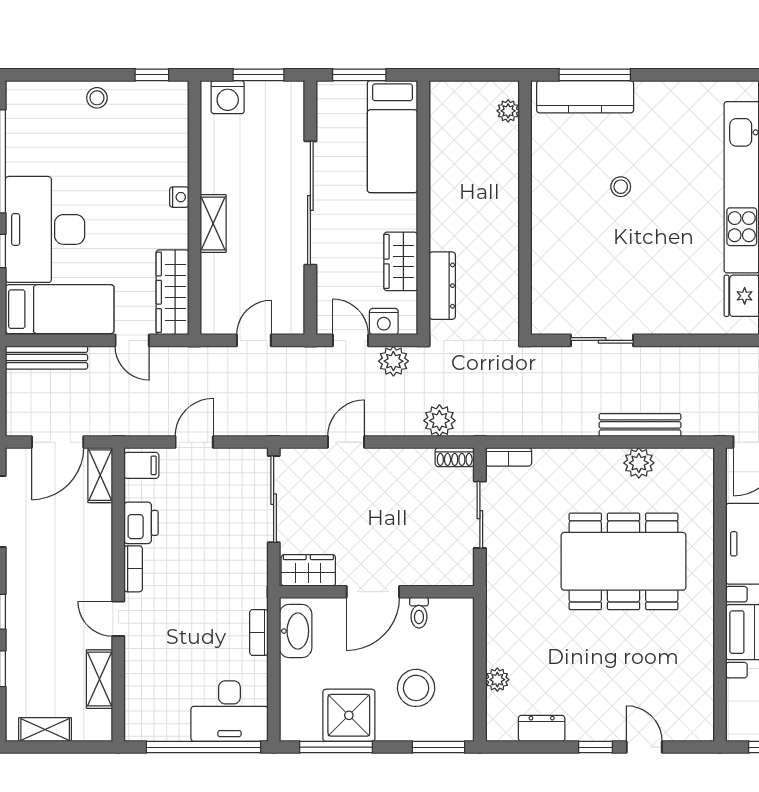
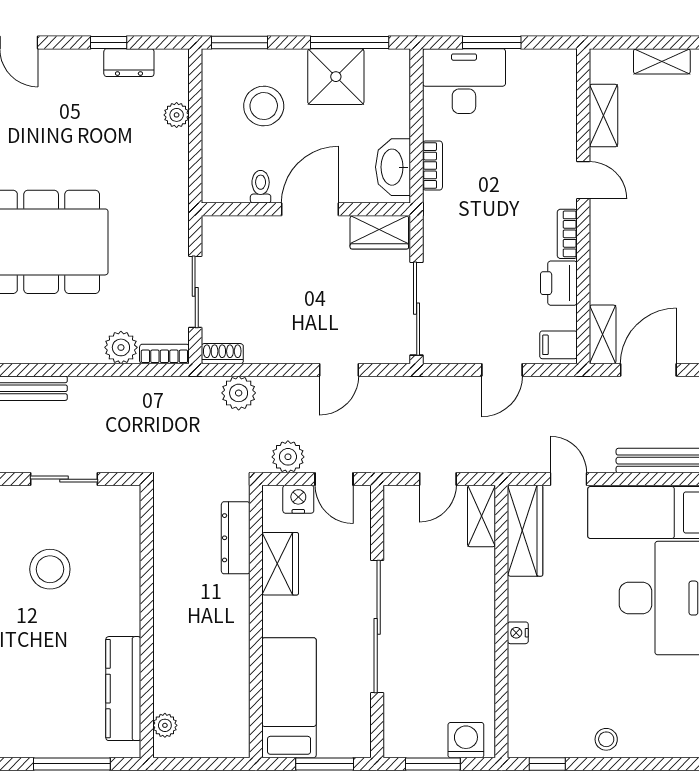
kitchen counter: (585, 97) -> (123, 689), moved, turned -90
stool: (621, 187) -> (50, 569), moved, width x1.89, depth x1.89
shelving: (213, 224) -> (481, 516), moved
plant: (639, 463) -> (121, 347), moved
window: (204, 747) -> (492, 43), width x0.47
window: (595, 747) -> (109, 43), moved

